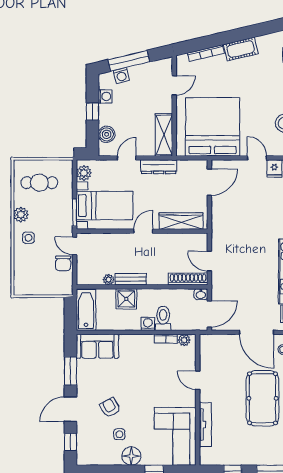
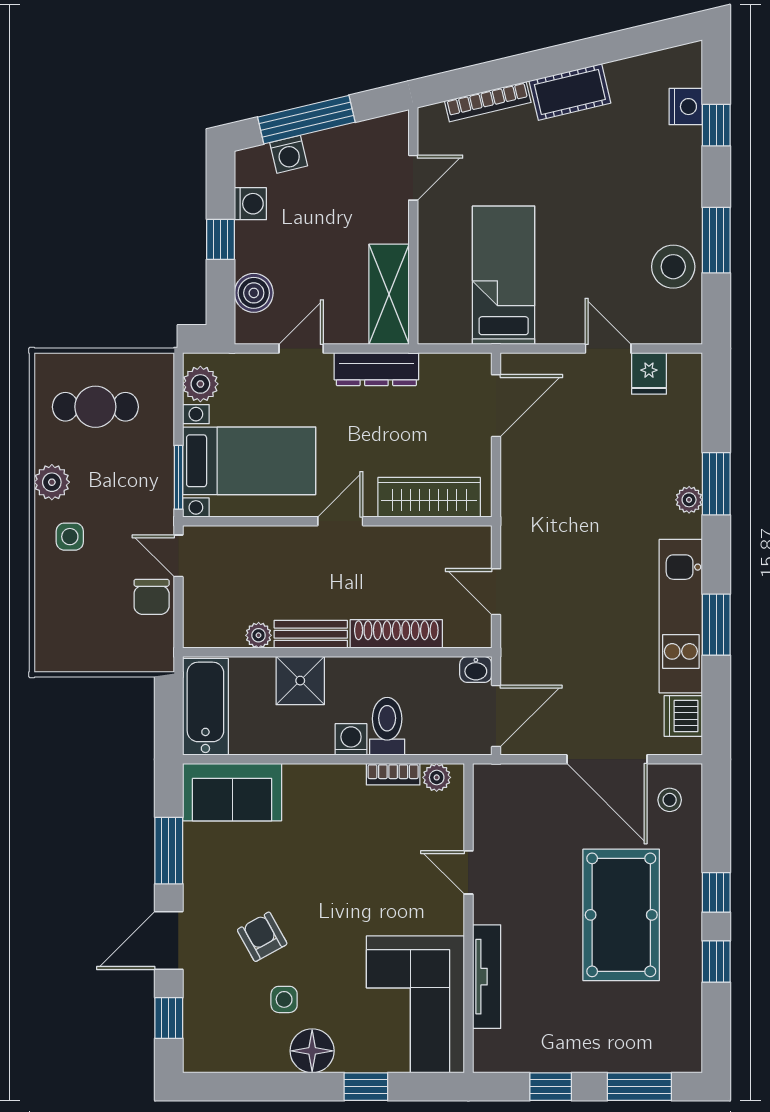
bed: (213, 127) -> (504, 275), width x0.49
shoe rack: (188, 279) -> (396, 634), moved

